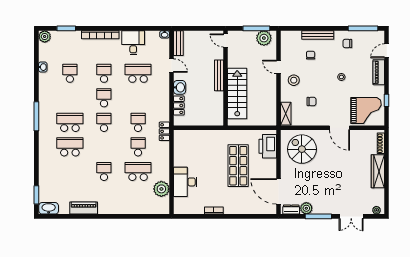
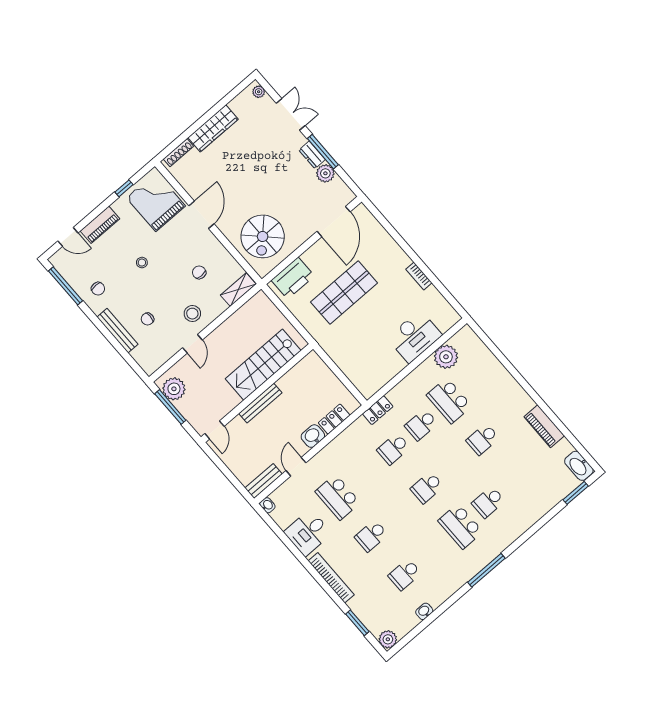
school desk: (104, 98) -> (399, 512), removed
school desk: (70, 147) -> (488, 502), width x0.54
dresser: (291, 210) -> (312, 155), moved

